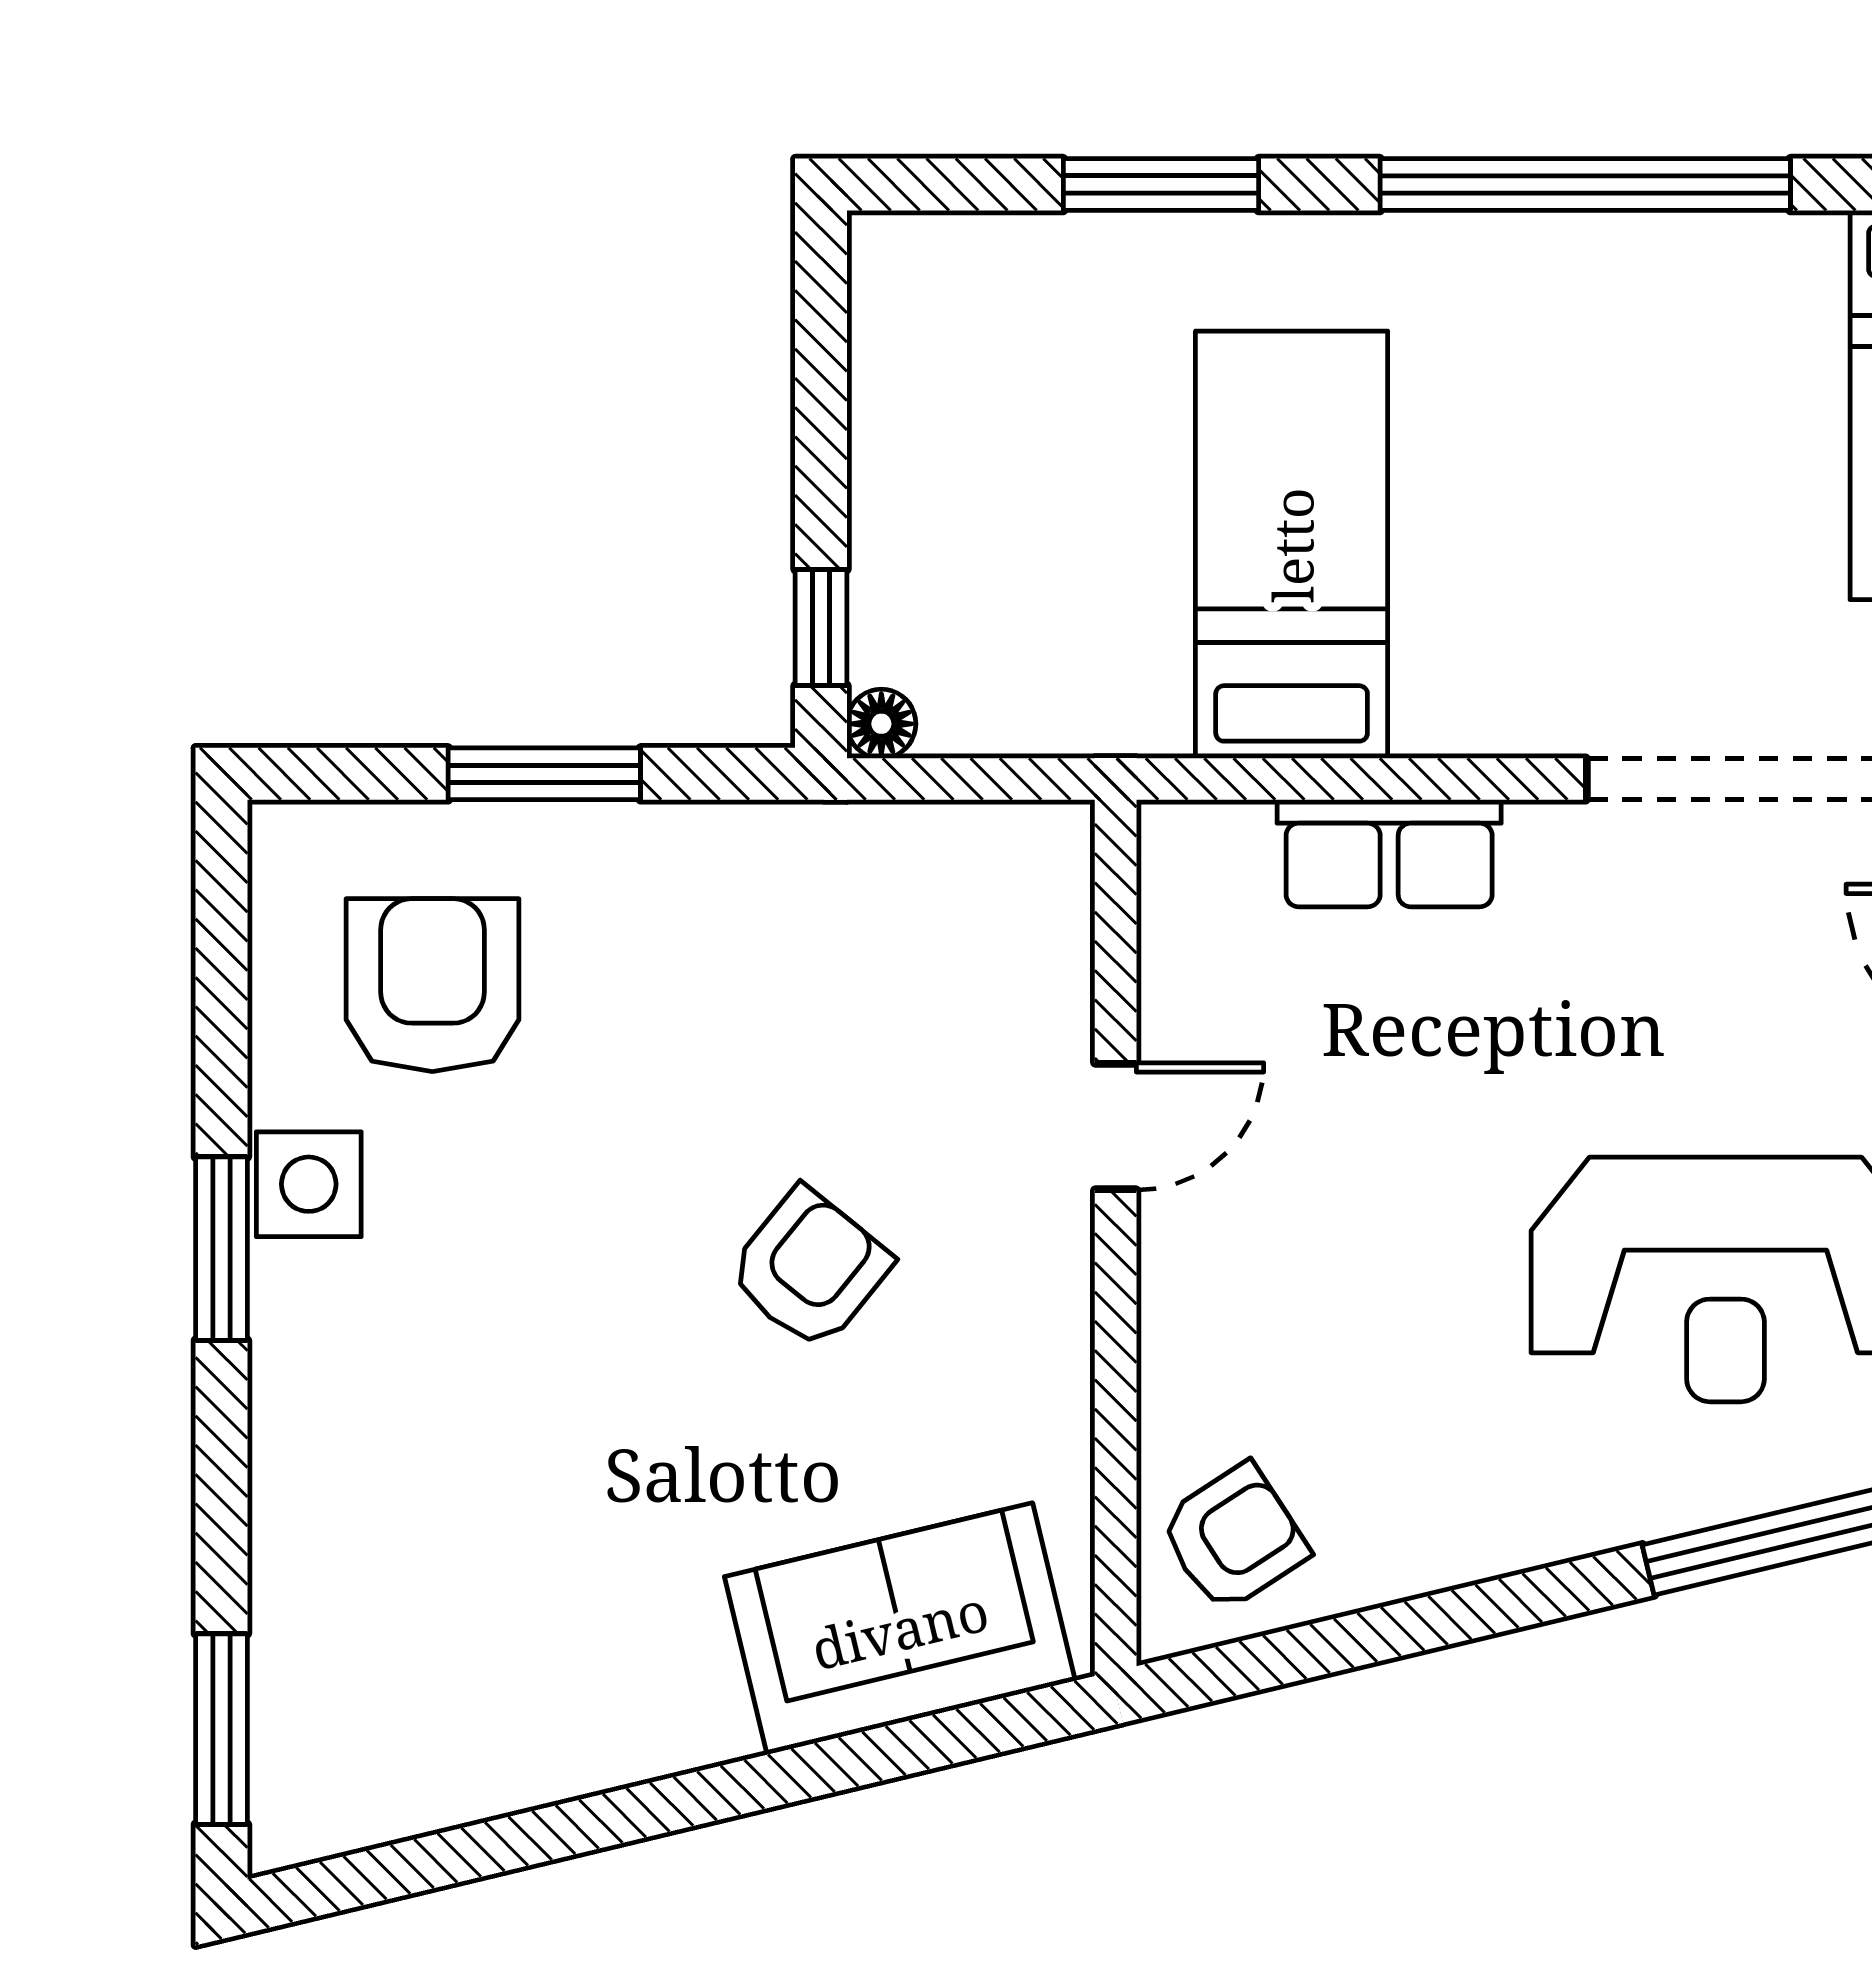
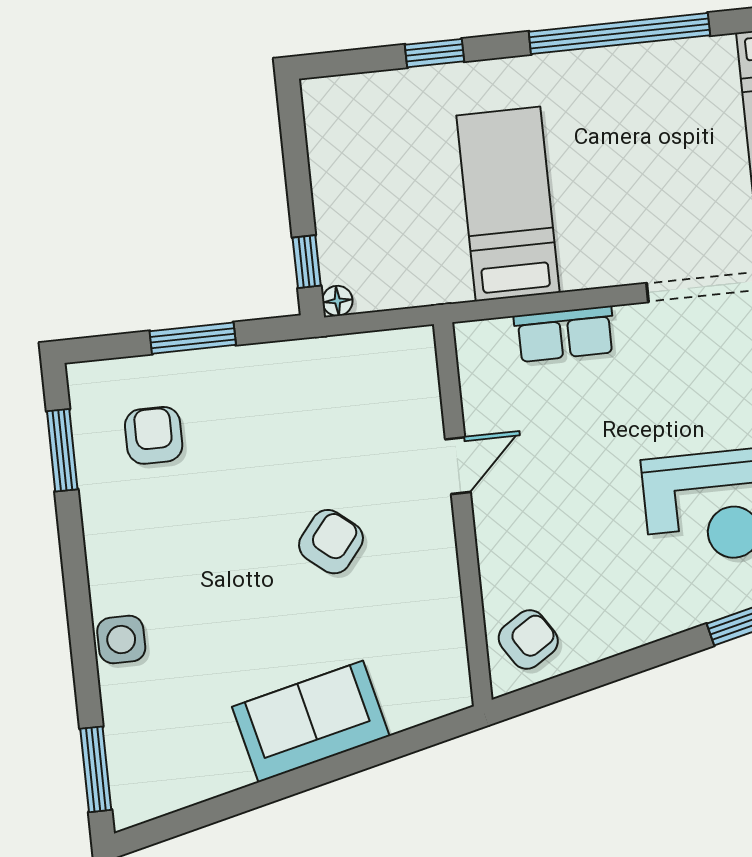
window: (1161, 185) -> (435, 53), width x0.67
armchair: (432, 985) -> (154, 435), width x0.72, depth x0.72
side table: (309, 1184) -> (121, 640), moved
window: (221, 1249) -> (62, 450), moved
sofa: (900, 1629) -> (311, 721), moved

